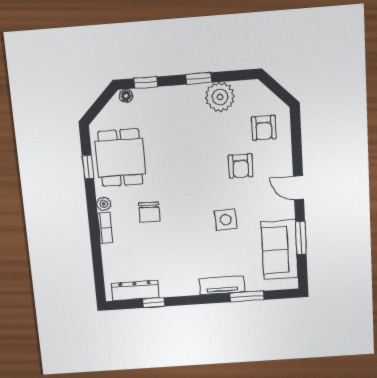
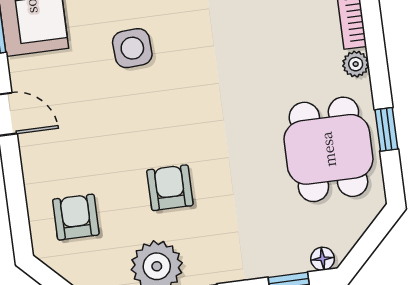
armchair: (241, 166) -> (170, 188), moved
chair: (149, 212) -> (272, 54), removed

